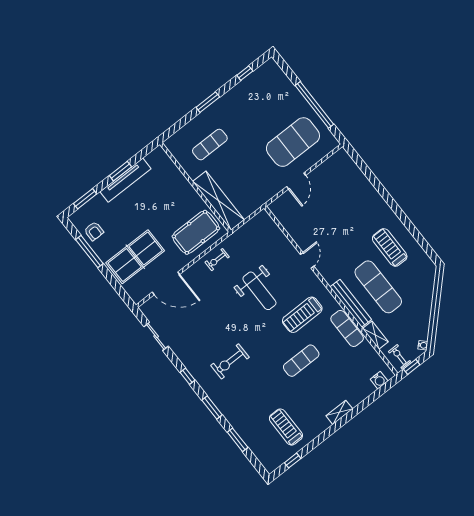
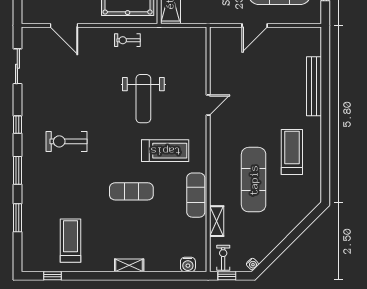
door: (166, 283) -> (64, 25), width x0.73
bench: (351, 303) -> (314, 86), moved
treadmill: (302, 315) -> (165, 151), turned 180

